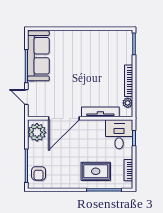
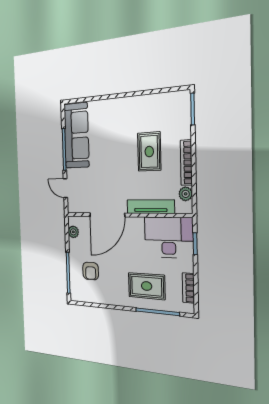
rug: (100, 72) -> (149, 152), added
plant: (37, 132) -> (73, 232), width x0.53, depth x0.53
desk: (119, 134) -> (169, 237), width x1.37
armchair: (39, 173) -> (91, 271), moved

